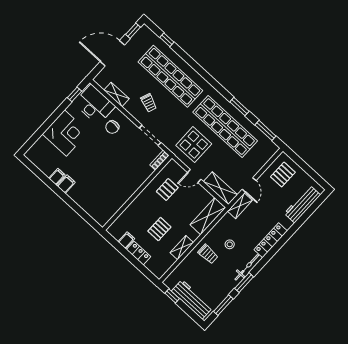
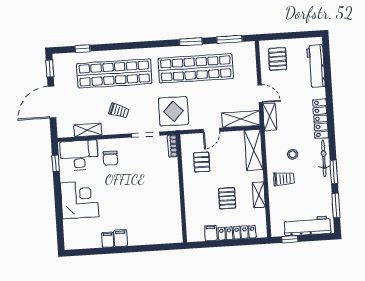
display table: (194, 145) -> (174, 111), moved
locker: (139, 253) -> (237, 233), width x1.53

